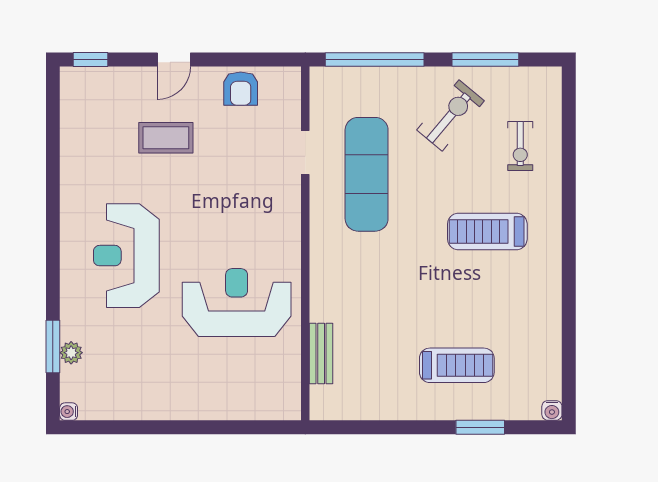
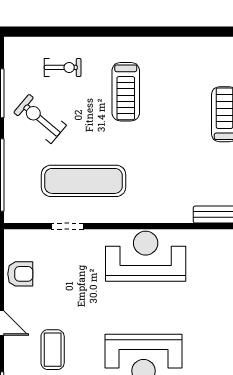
coffee table: (166, 138) -> (53, 350), moved
reception desk: (237, 303) -> (146, 256), moved, turned 90

